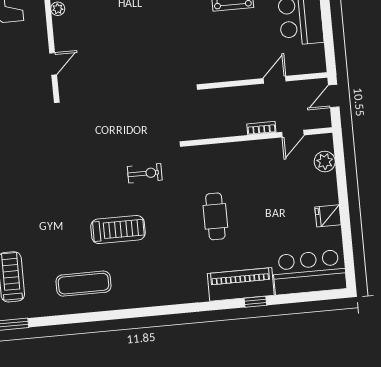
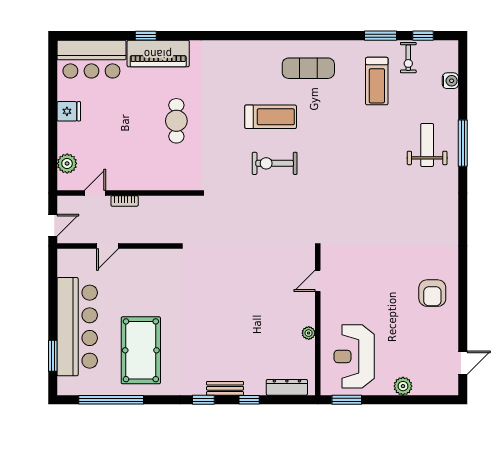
exercise bike: (145, 173) -> (275, 163), moved, width x1.38, depth x1.39
treadmill: (118, 230) -> (271, 117), turned 180

